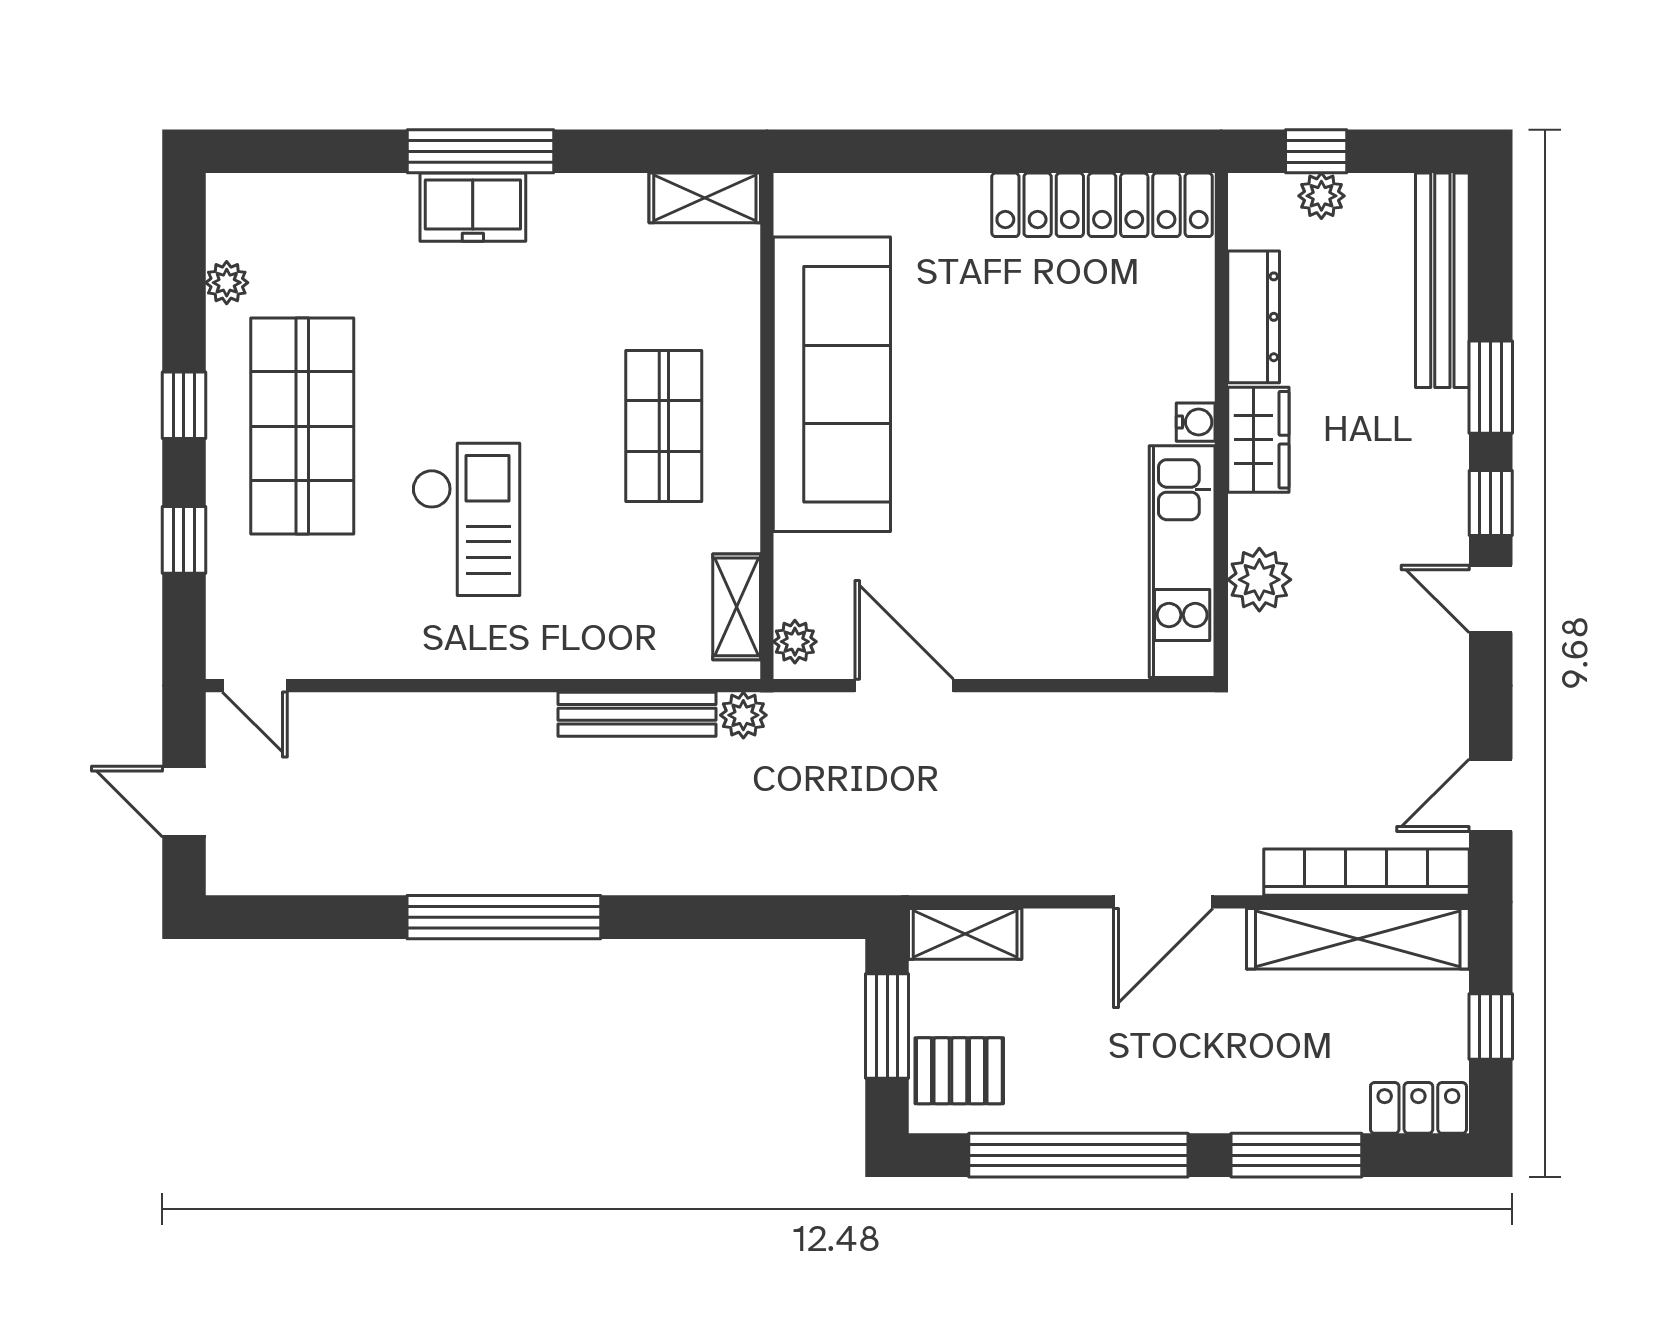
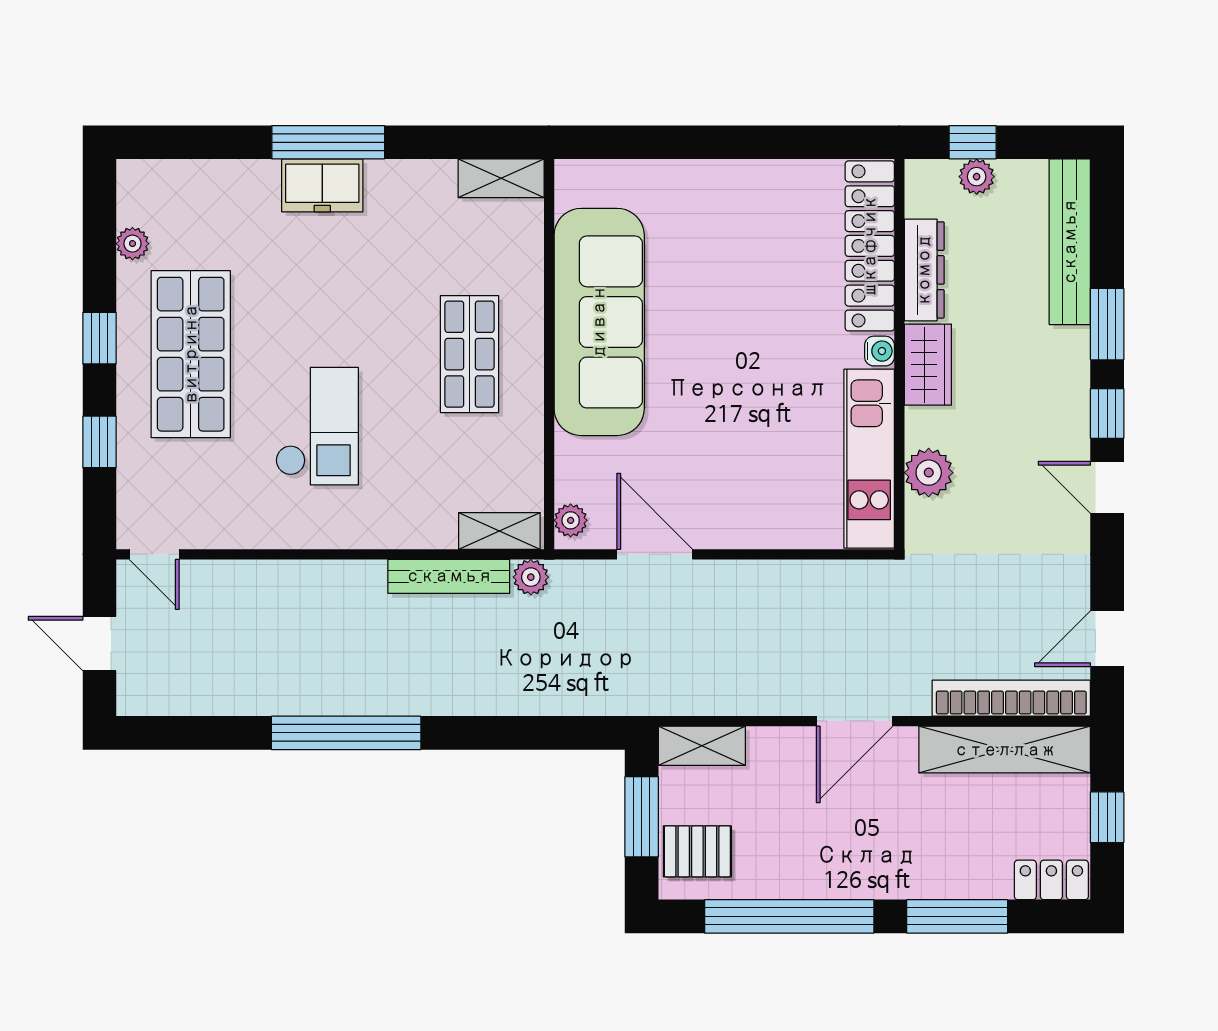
locker: (1102, 205) -> (870, 246), moved, turned 90
shelving: (737, 607) -> (499, 531), moved, turned 90

